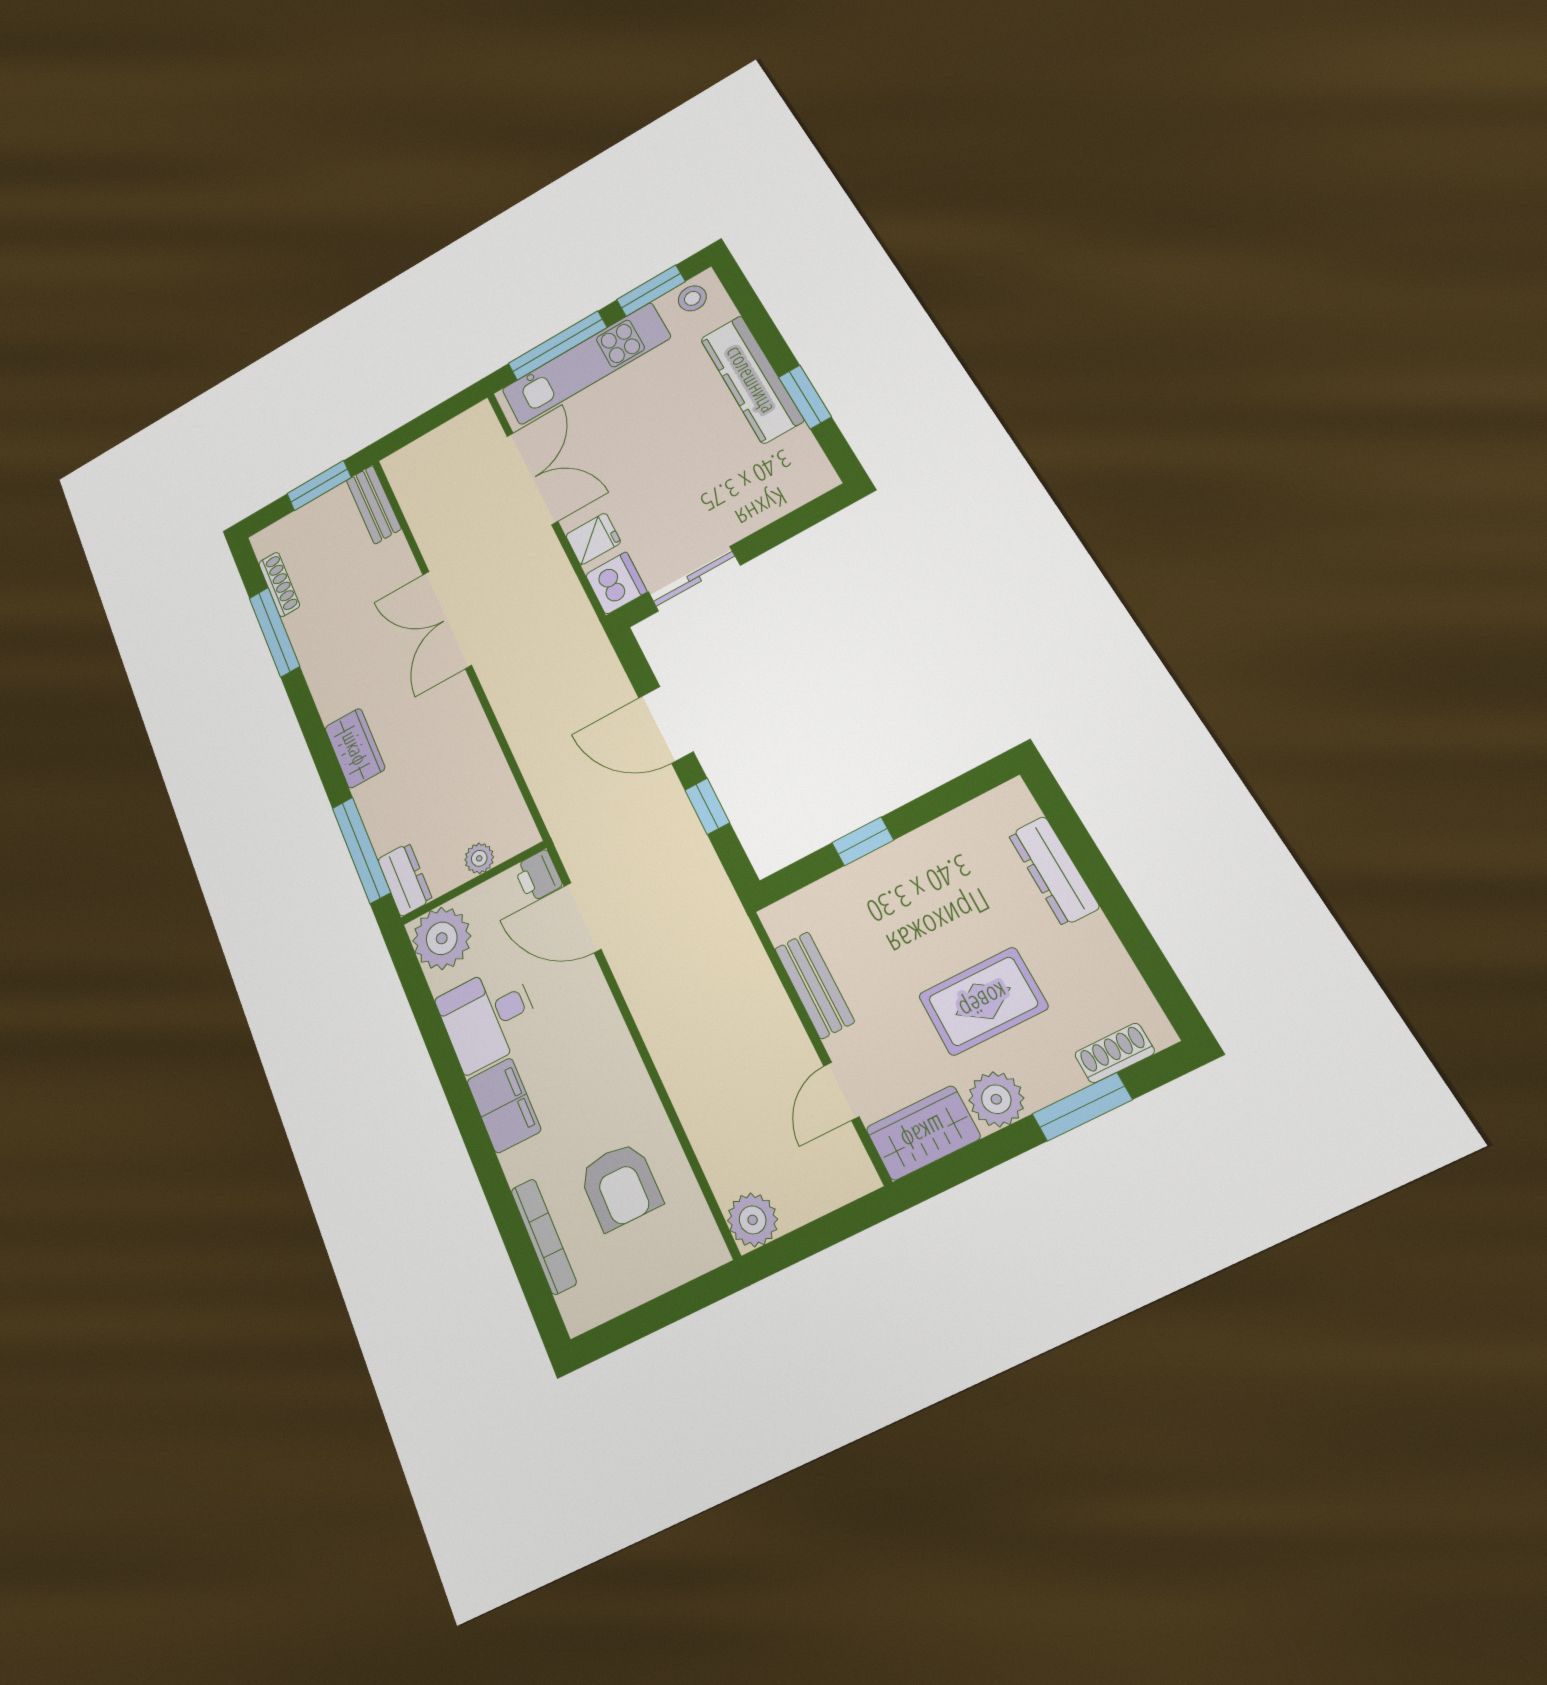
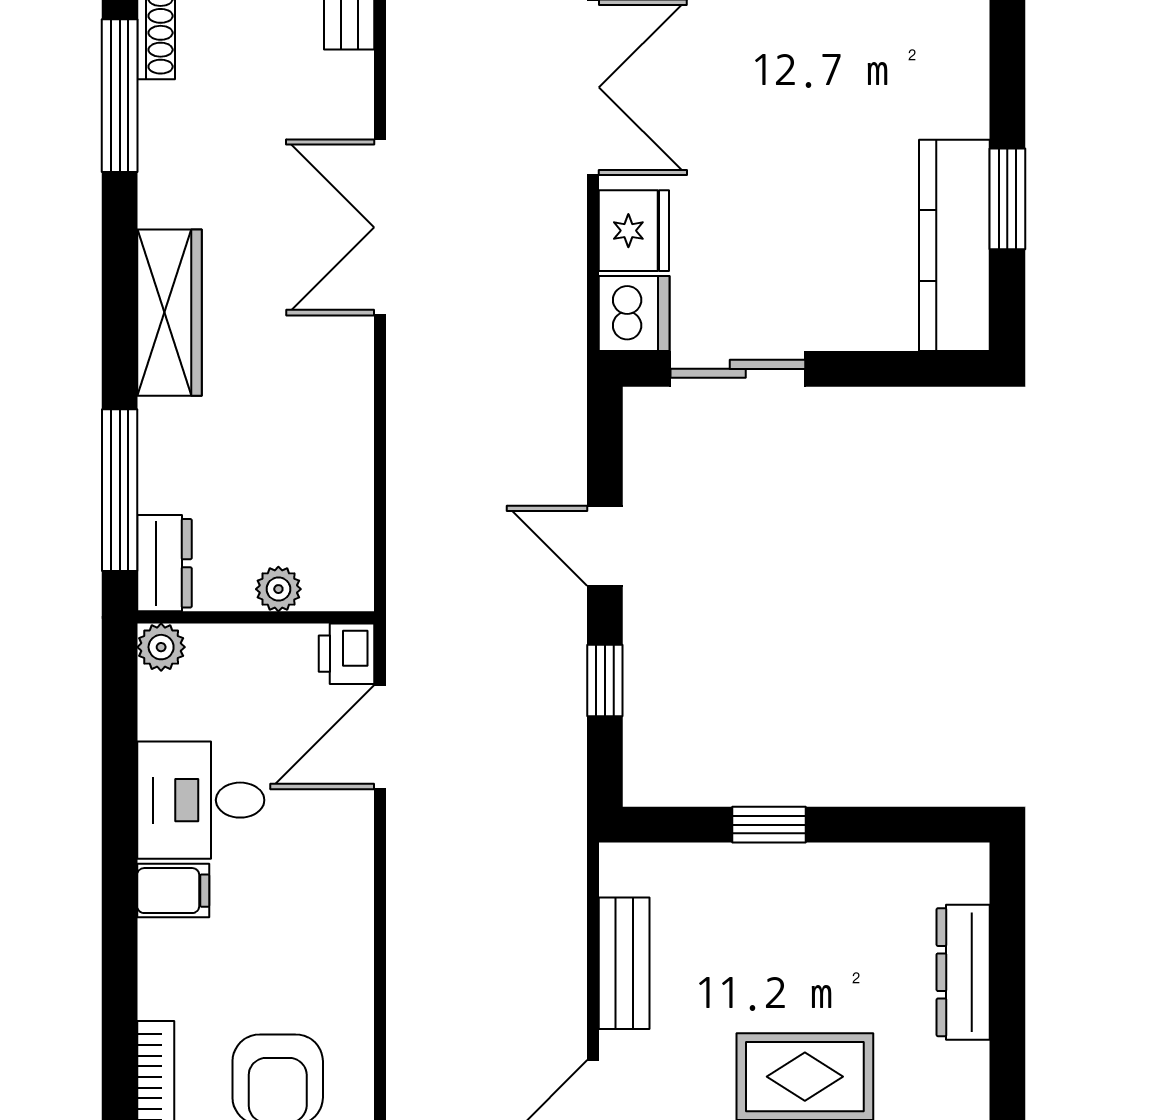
kitchen counter: (752, 379) -> (954, 245), moved
fridge: (593, 539) -> (634, 231), width x1.38
door: (666, 725) -> (605, 546), width x0.73
wardrobe: (355, 748) -> (169, 313), width x1.50
door: (582, 918) -> (380, 737), hinge flipped
plant: (442, 938) -> (161, 647), width x0.53, depth x0.53
filing cabinet: (504, 1105) -> (173, 891), width x0.50

